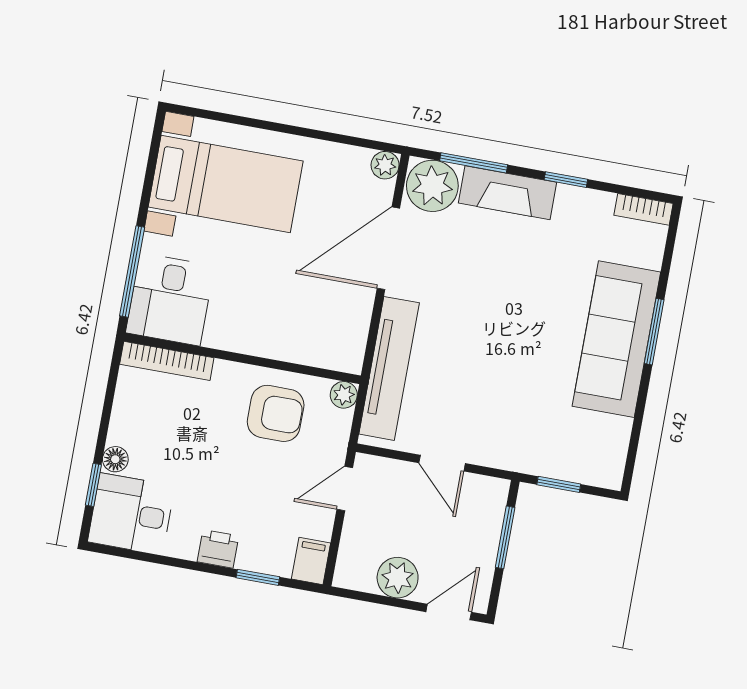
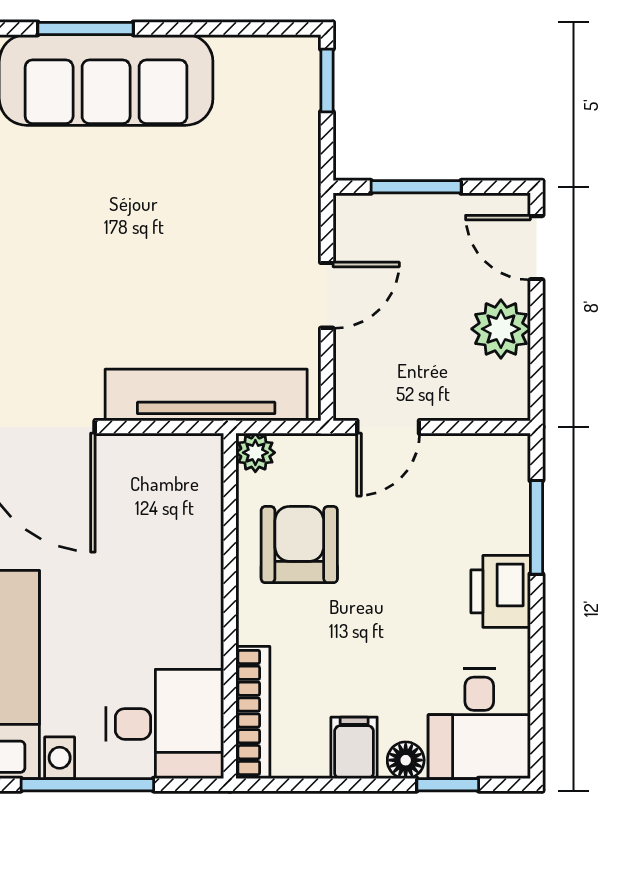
window: (132, 272) -> (87, 785), moved
window: (559, 484) -> (327, 80), moved
door: (345, 489) -> (388, 427), hinge flipped
printer: (218, 549) -> (501, 591), width x1.36, depth x1.24
filing cabinet: (311, 561) -> (354, 748), moved, turned 90
window: (258, 577) -> (536, 527), width x1.50

